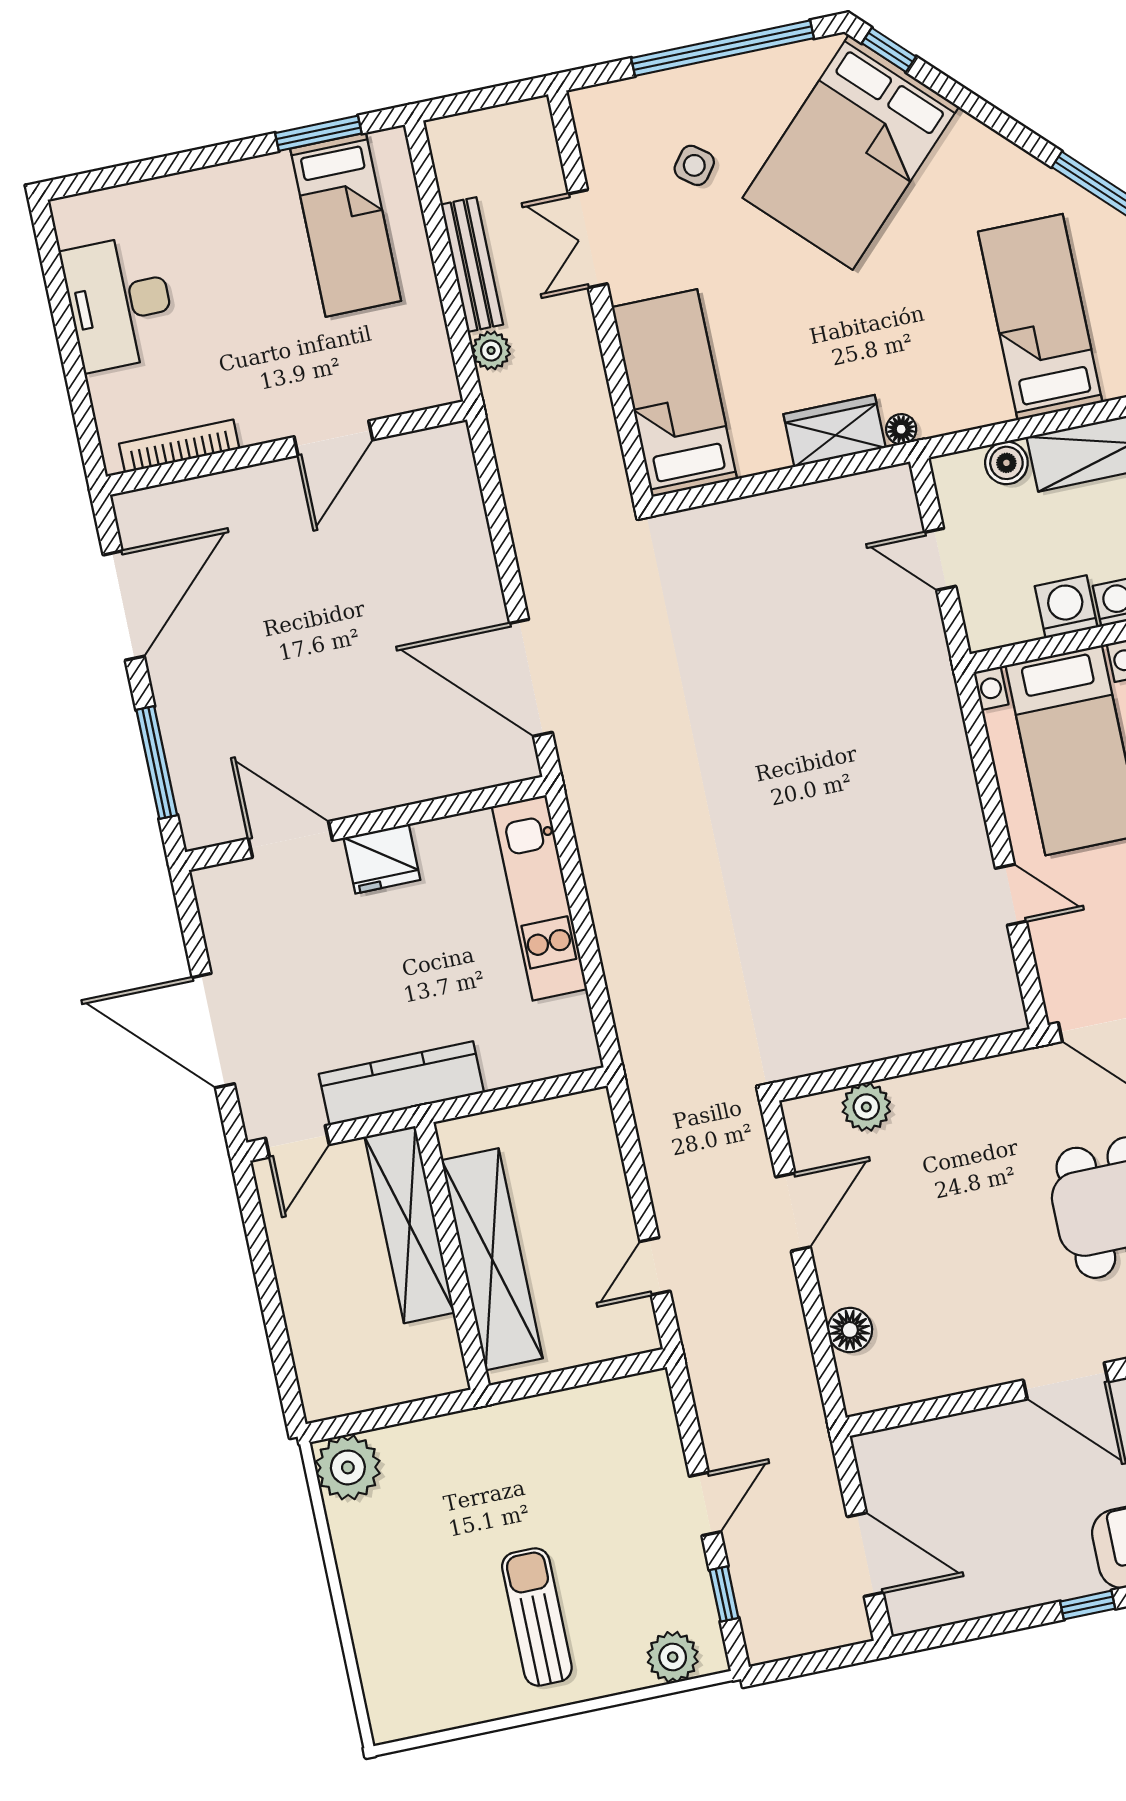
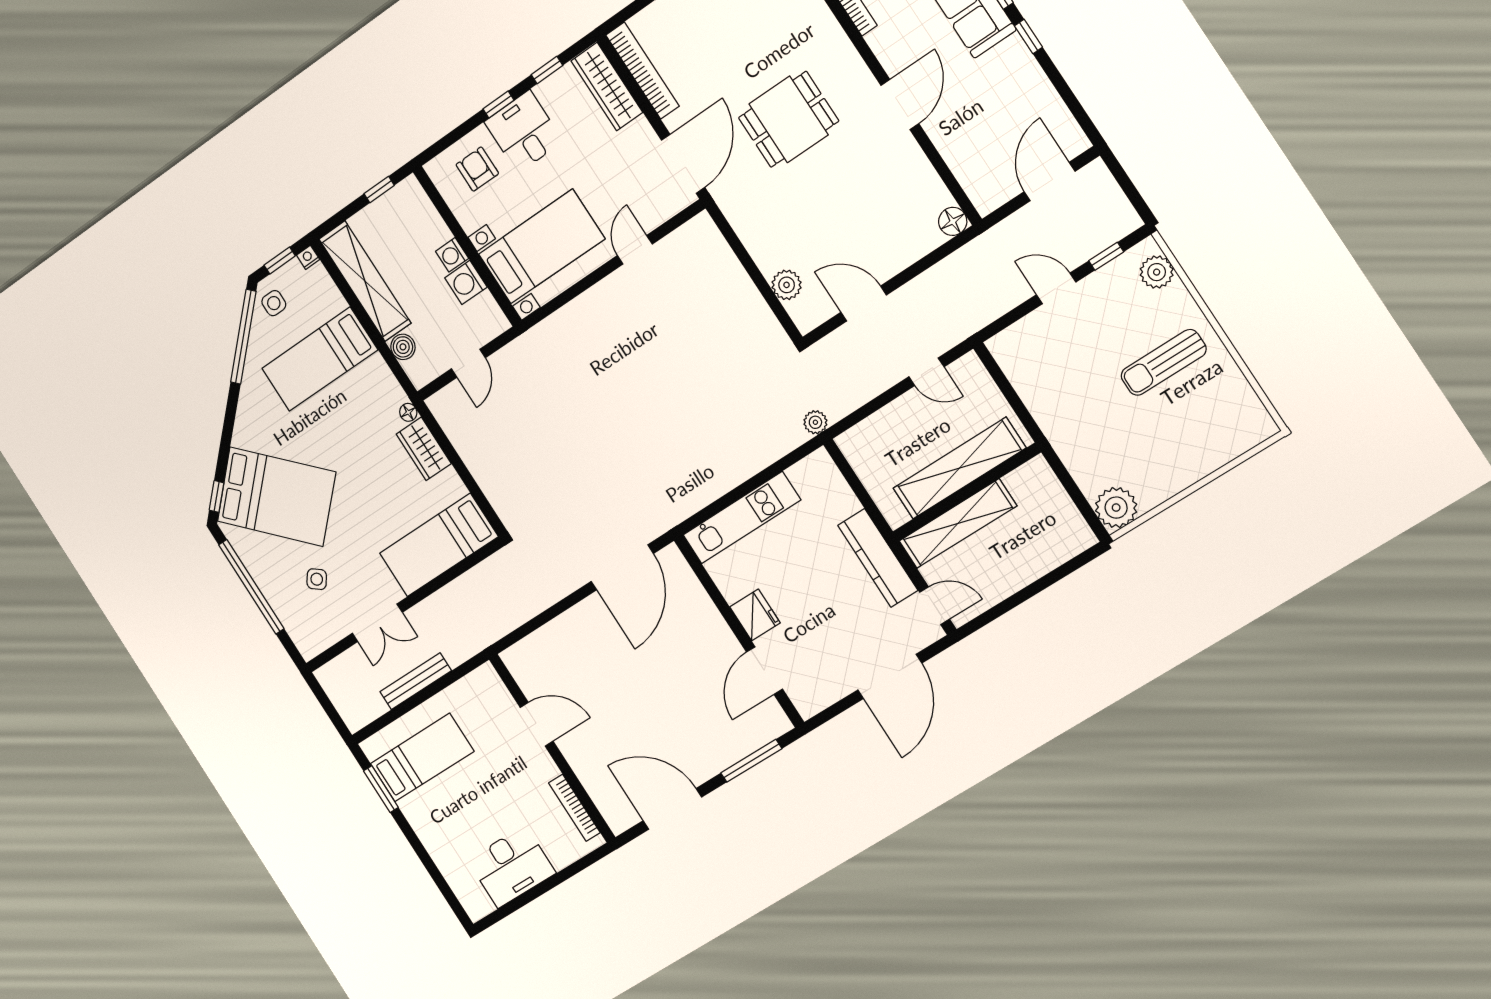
plant: (491, 350) -> (815, 422), moved
floor lamp: (850, 1330) -> (953, 221), moved

